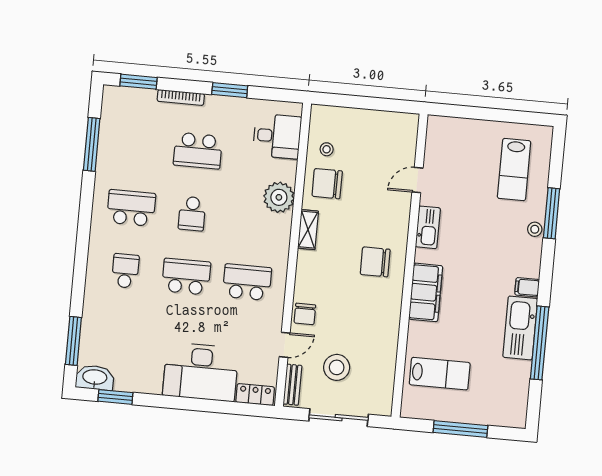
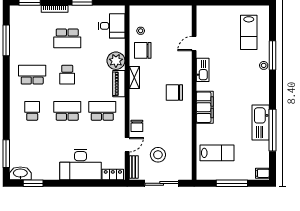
piano: (280, 238) -> (119, 84), added
filing cabinet: (527, 287) -> (262, 173), moved

